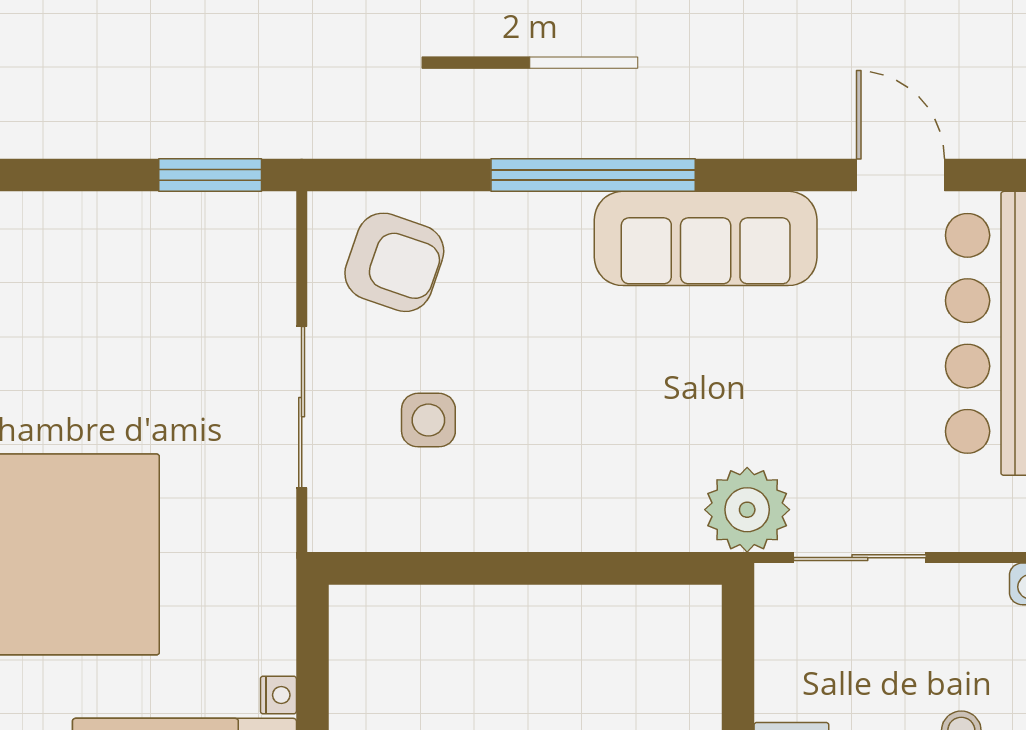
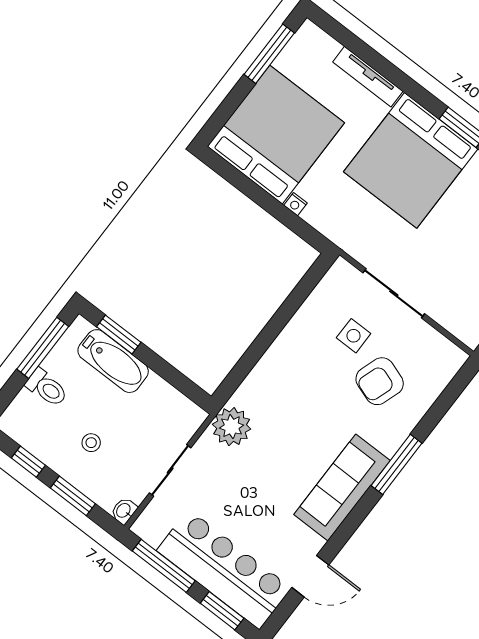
window: (593, 175) -> (397, 464), width x0.68
armchair: (394, 262) -> (380, 381), moved
sliding door: (860, 558) -> (170, 470), moved

